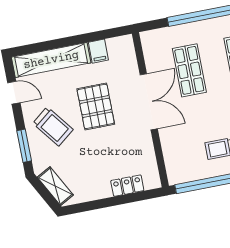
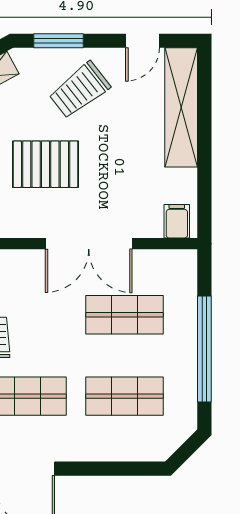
filing cabinet: (98, 51) -> (177, 221), moved, turned 90
pallet: (96, 106) -> (46, 164), moved

